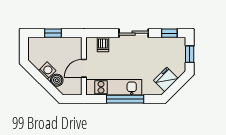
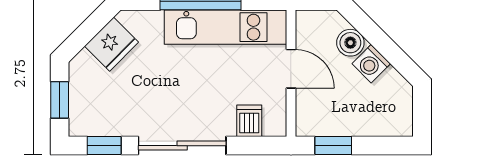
window: (53, 33) -> (333, 146), moved
sliding door: (134, 33) -> (182, 146), width x1.37
door: (84, 68) -> (291, 69), hinge flipped

